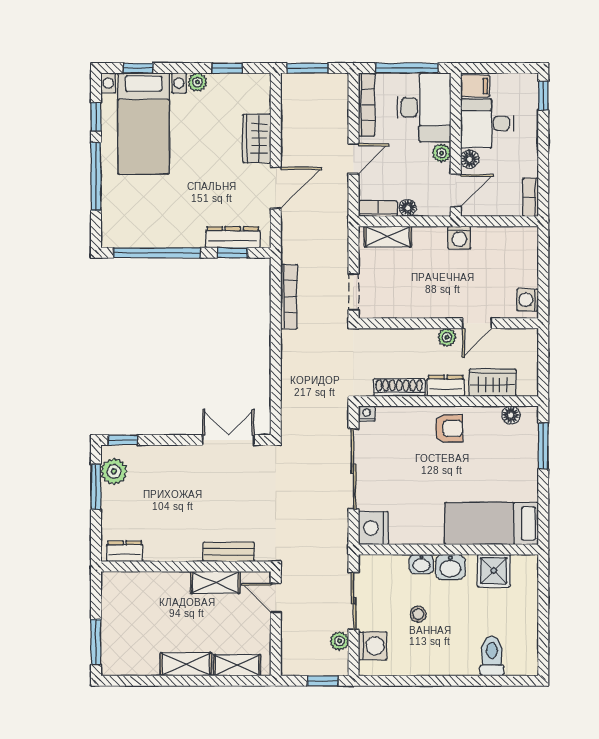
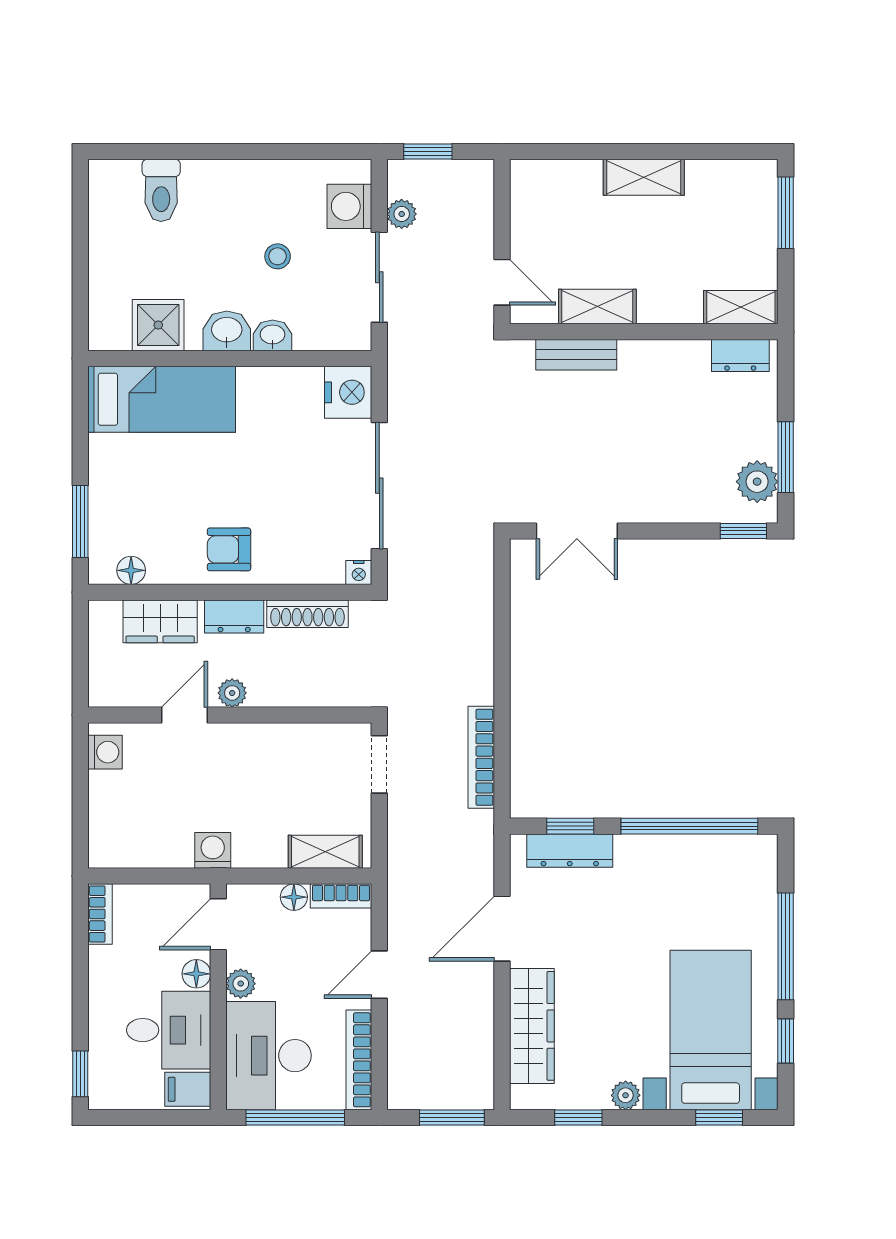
wardrobe: (257, 138) -> (532, 1026), width x1.50
shelving: (237, 665) -> (741, 307), moved

